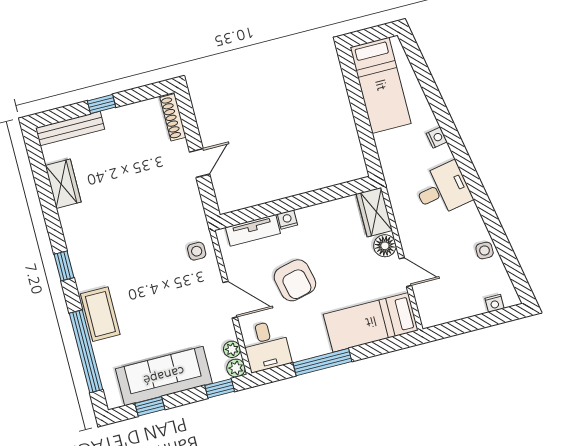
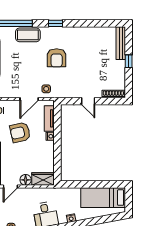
wardrobe: (63, 184) -> (95, 33), removed
armchair: (131, 246) -> (57, 58), added
door: (230, 300) -> (29, 99), moved

